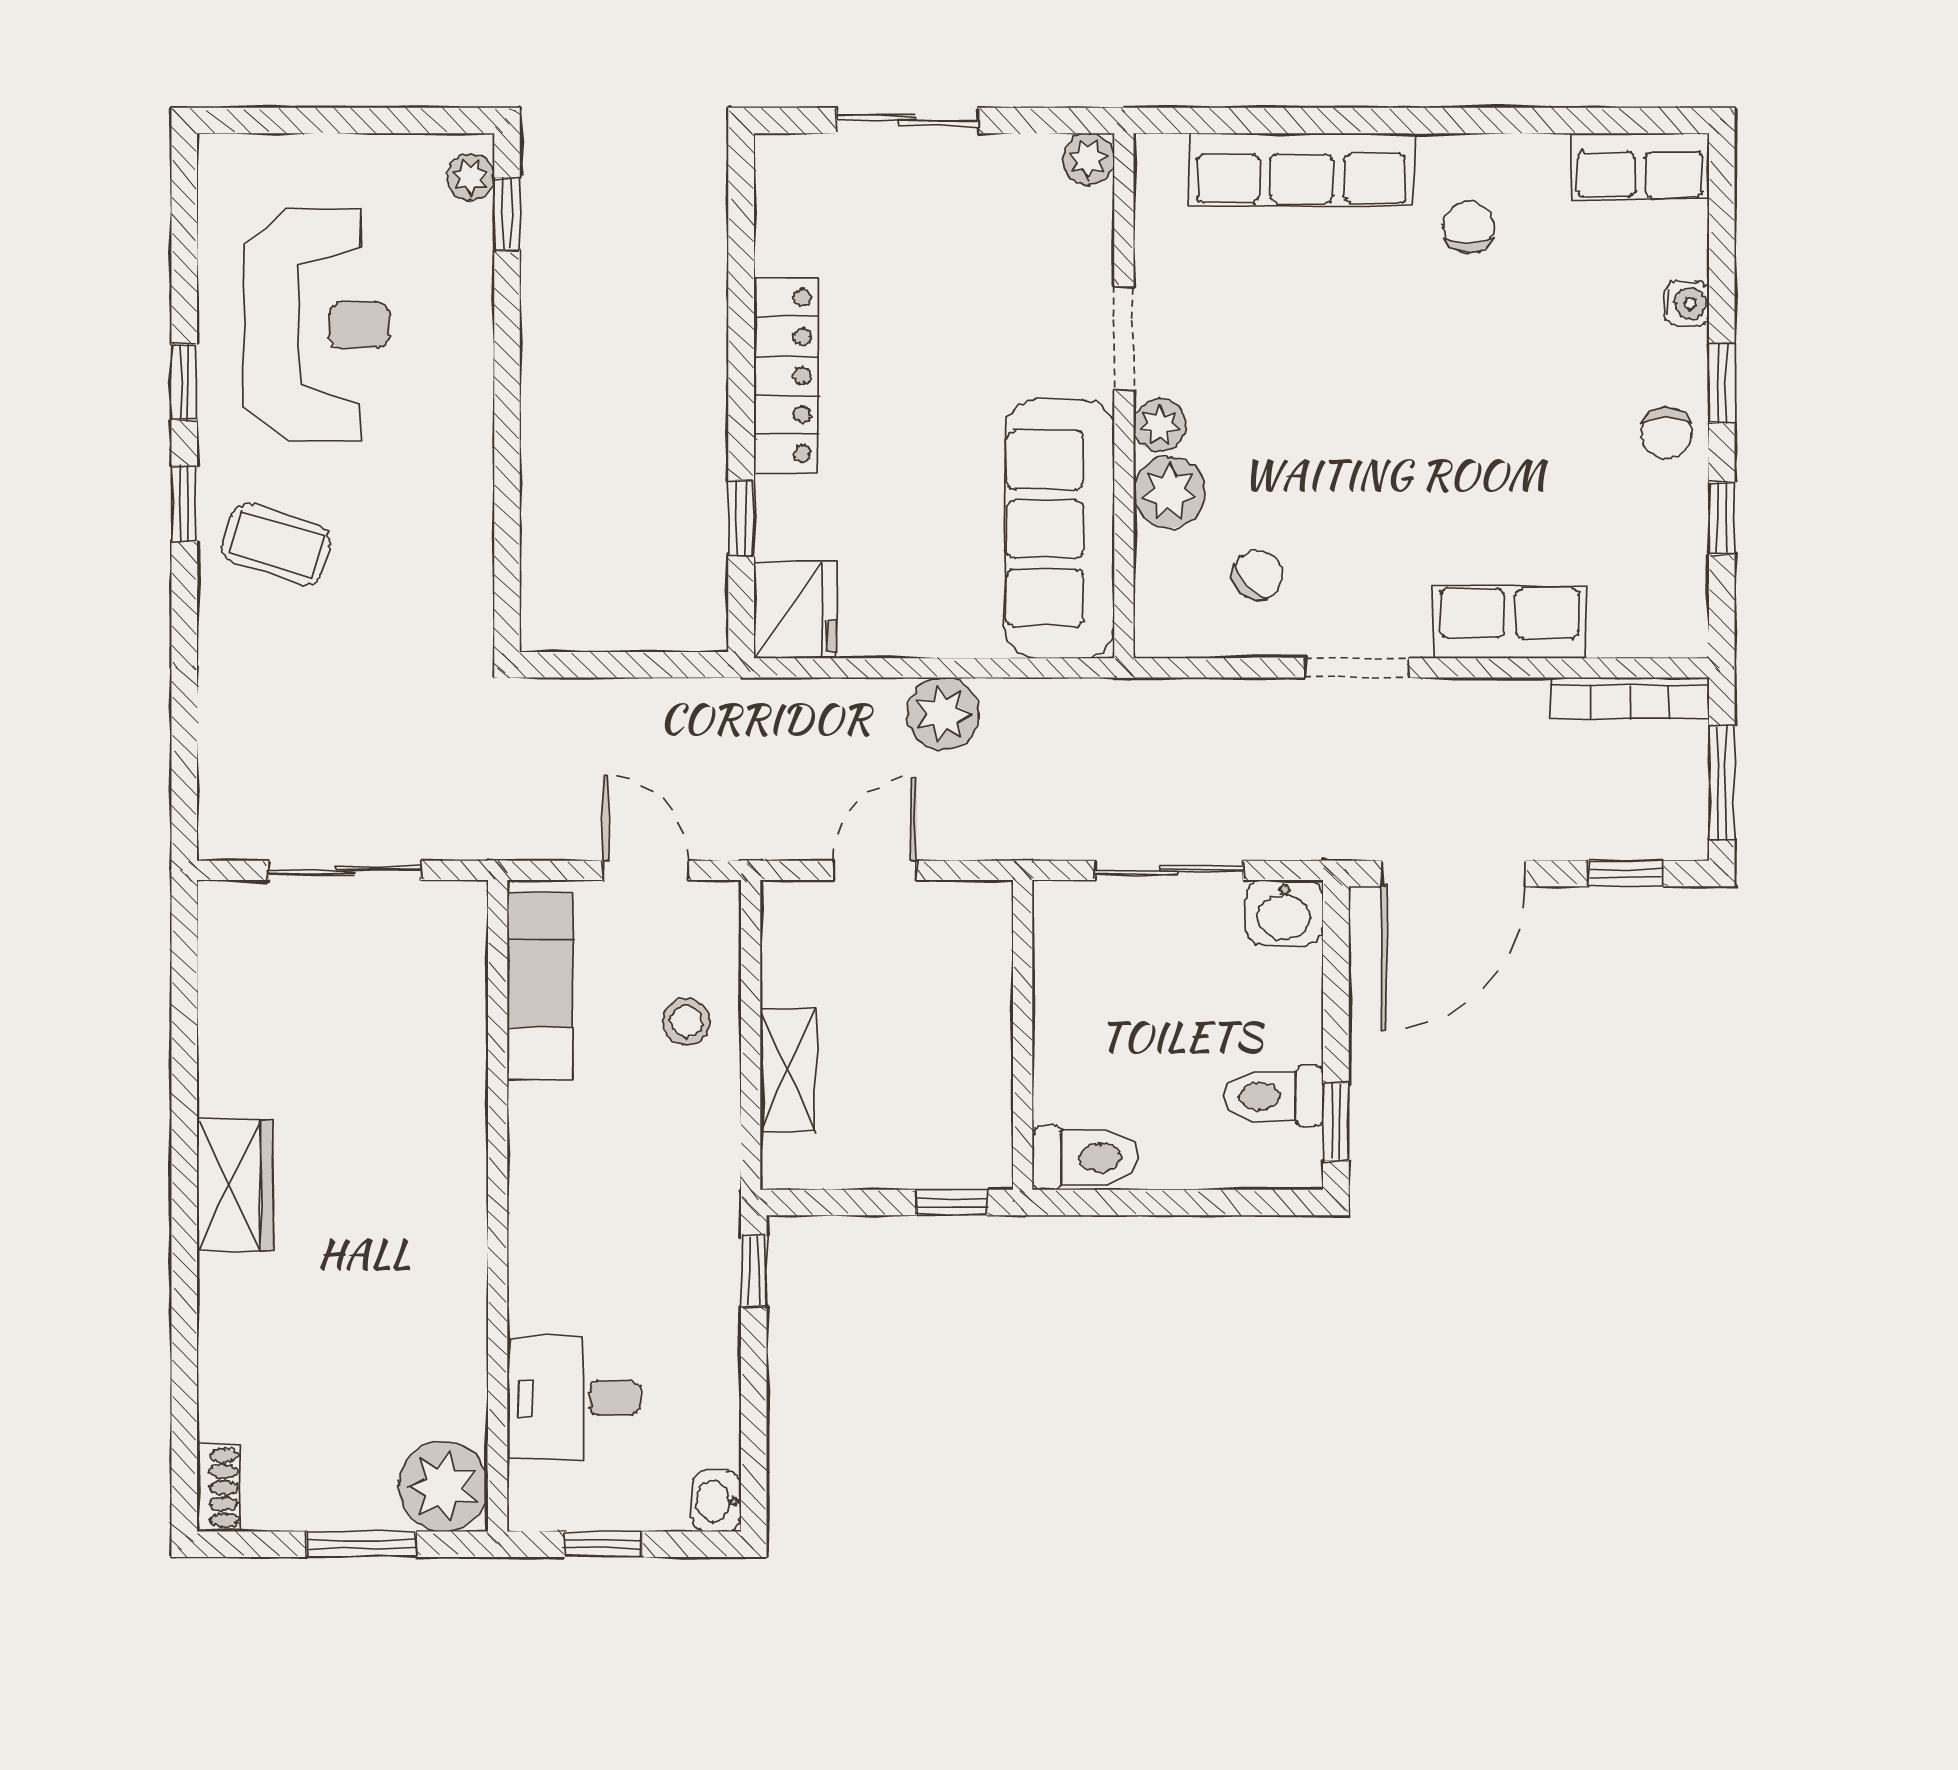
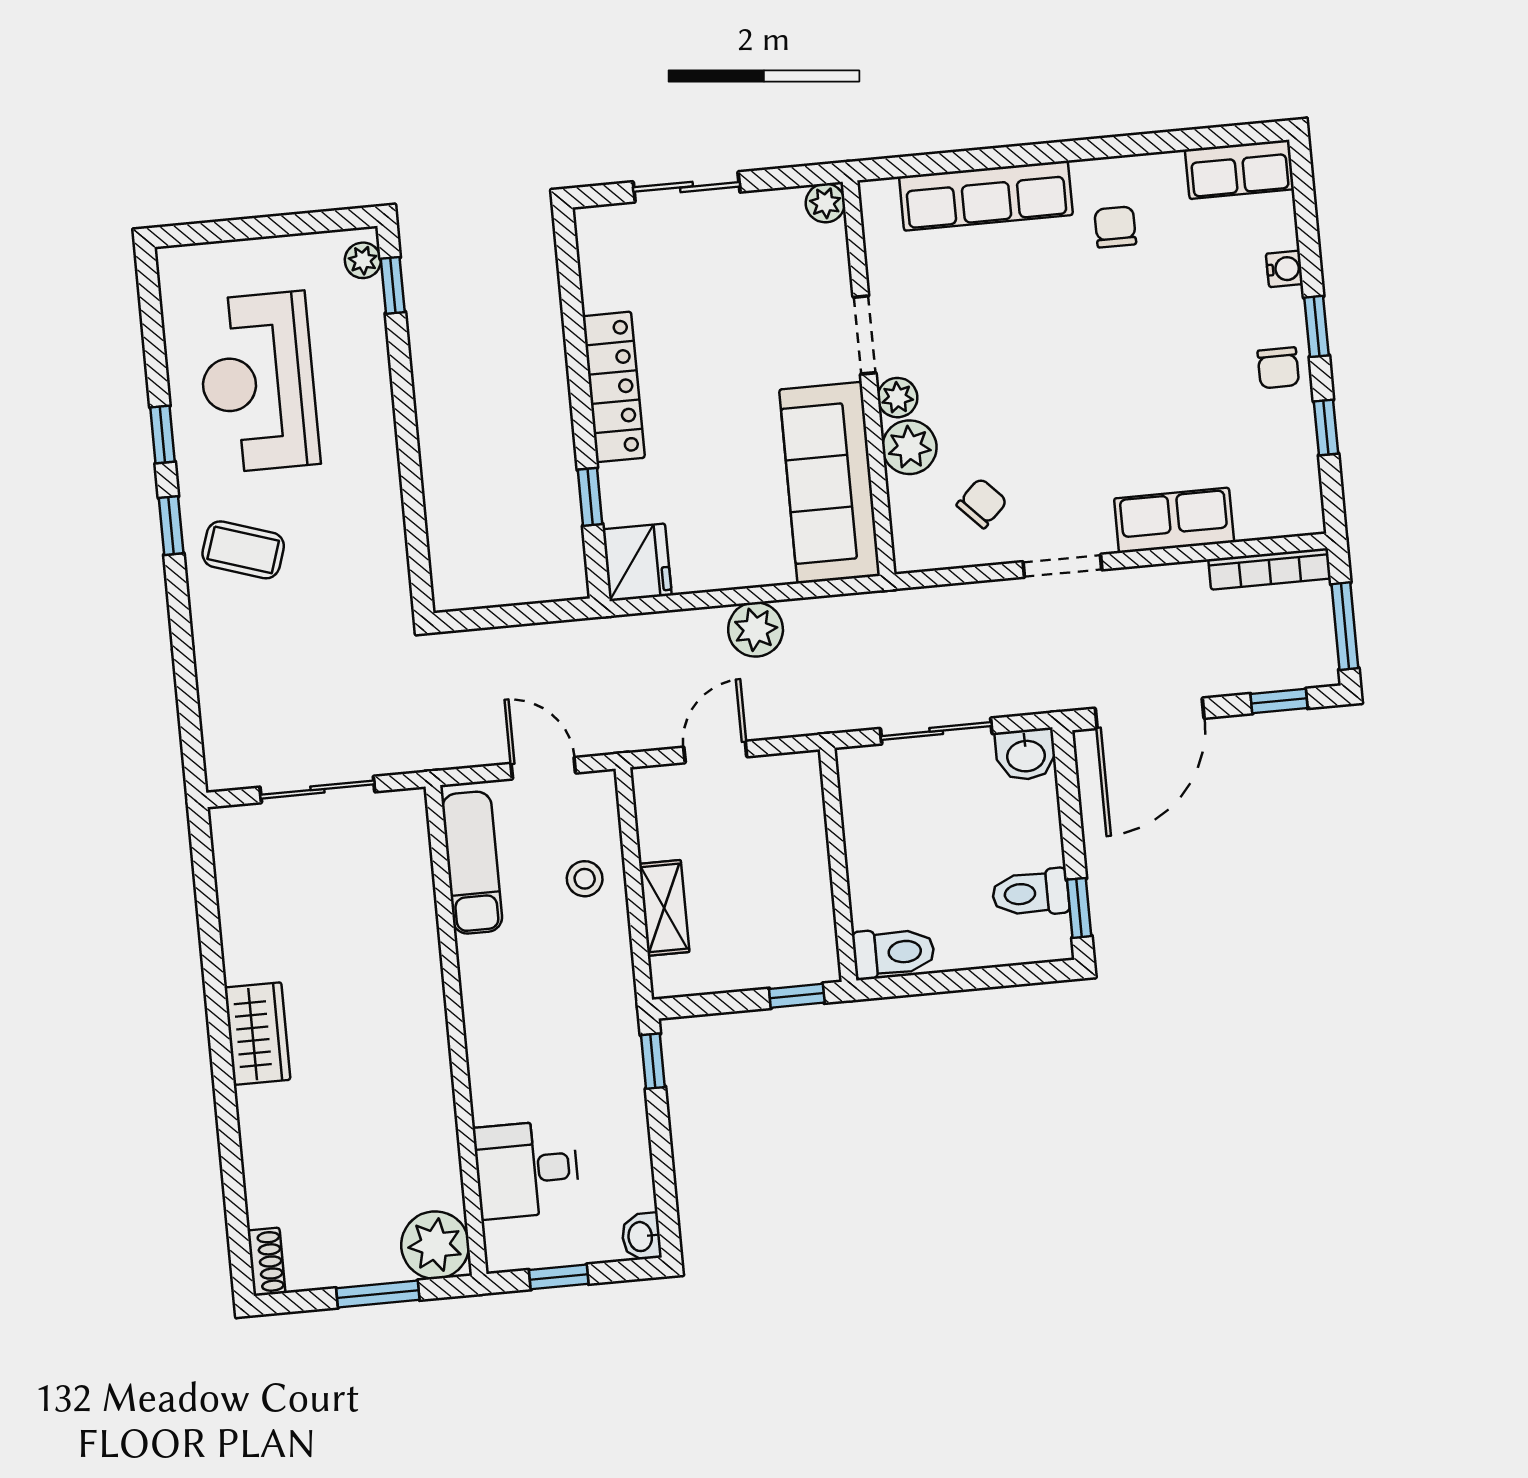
reception desk: (317, 325) -> (258, 382), turned 180

